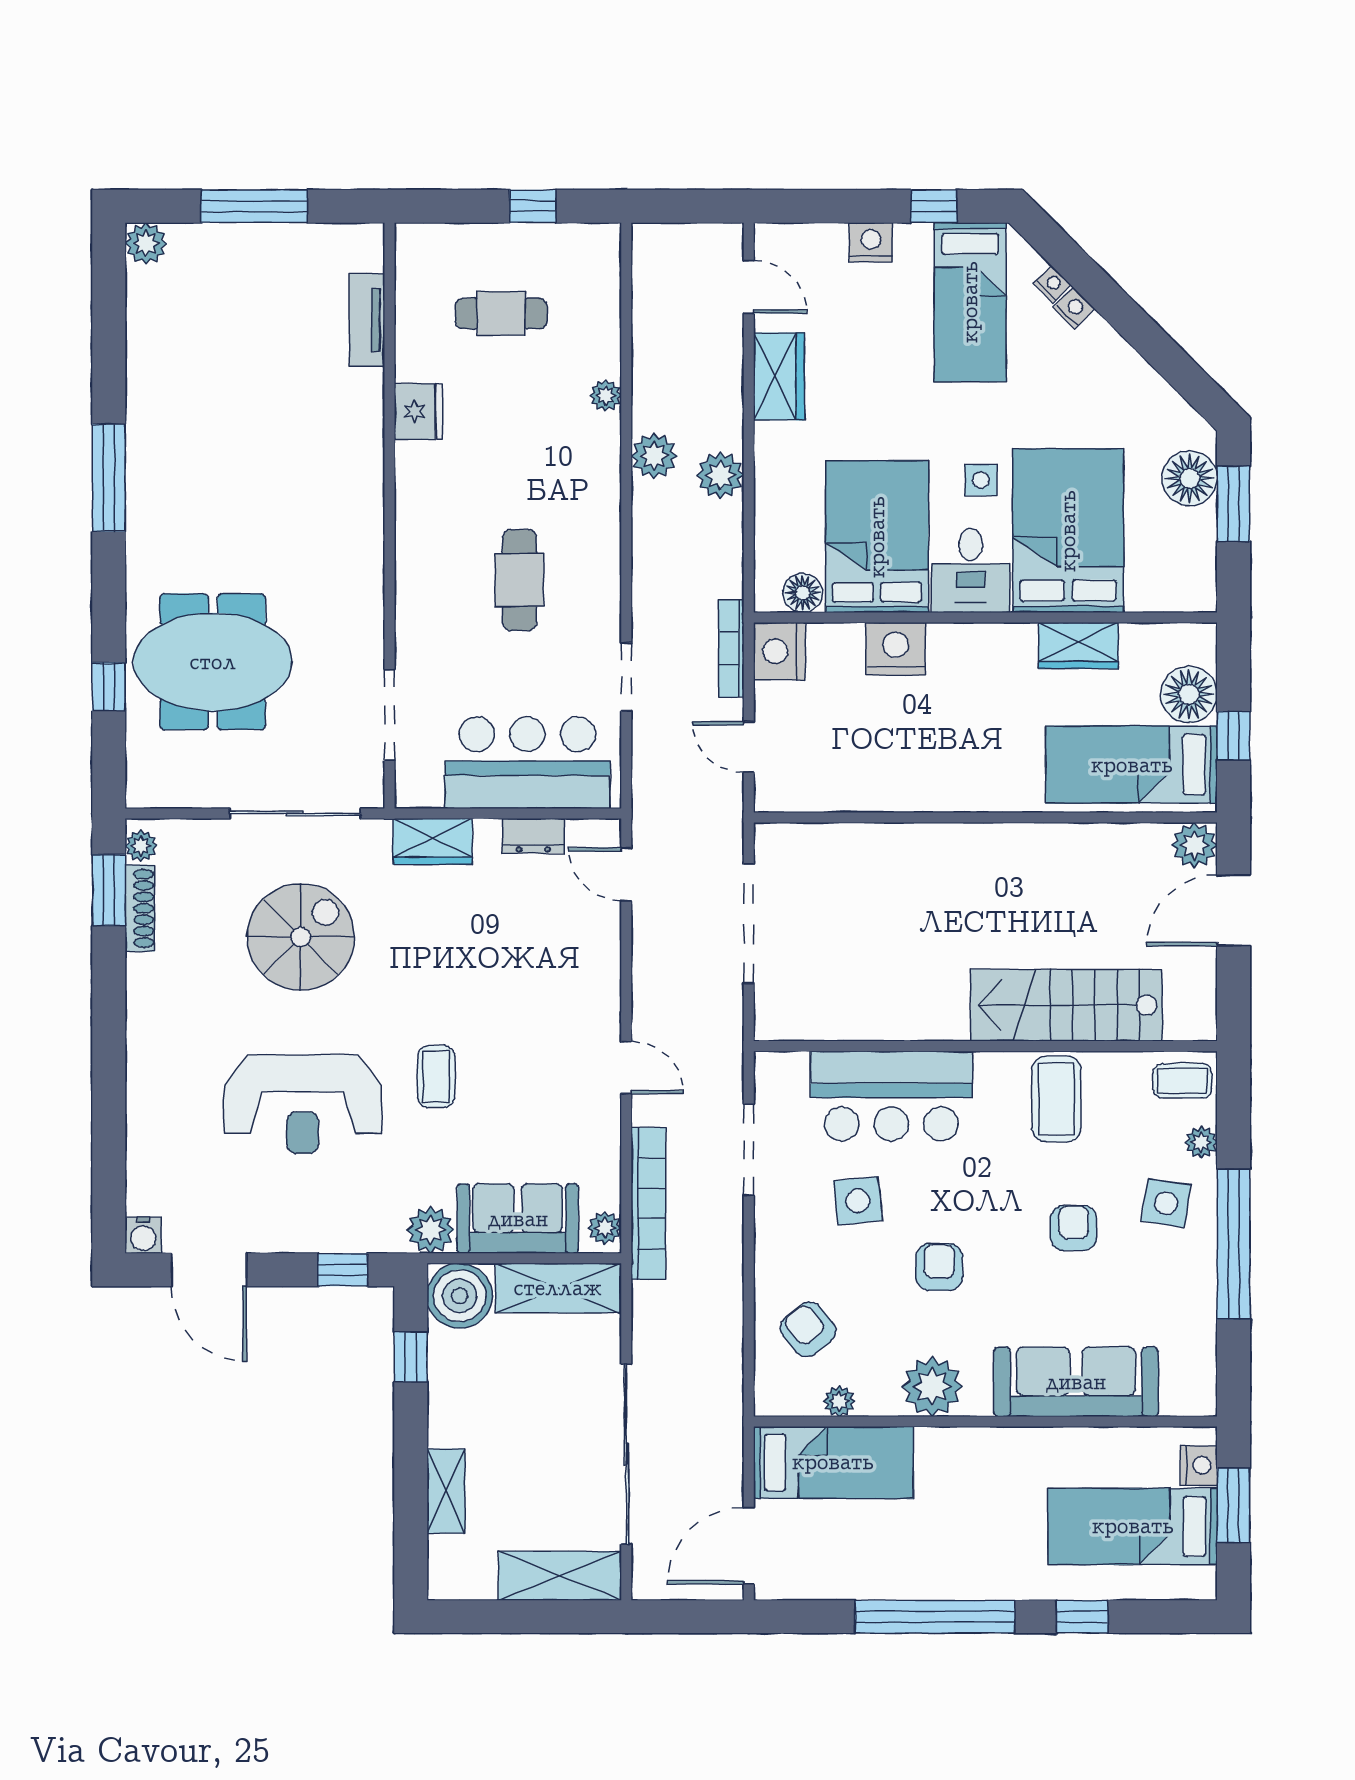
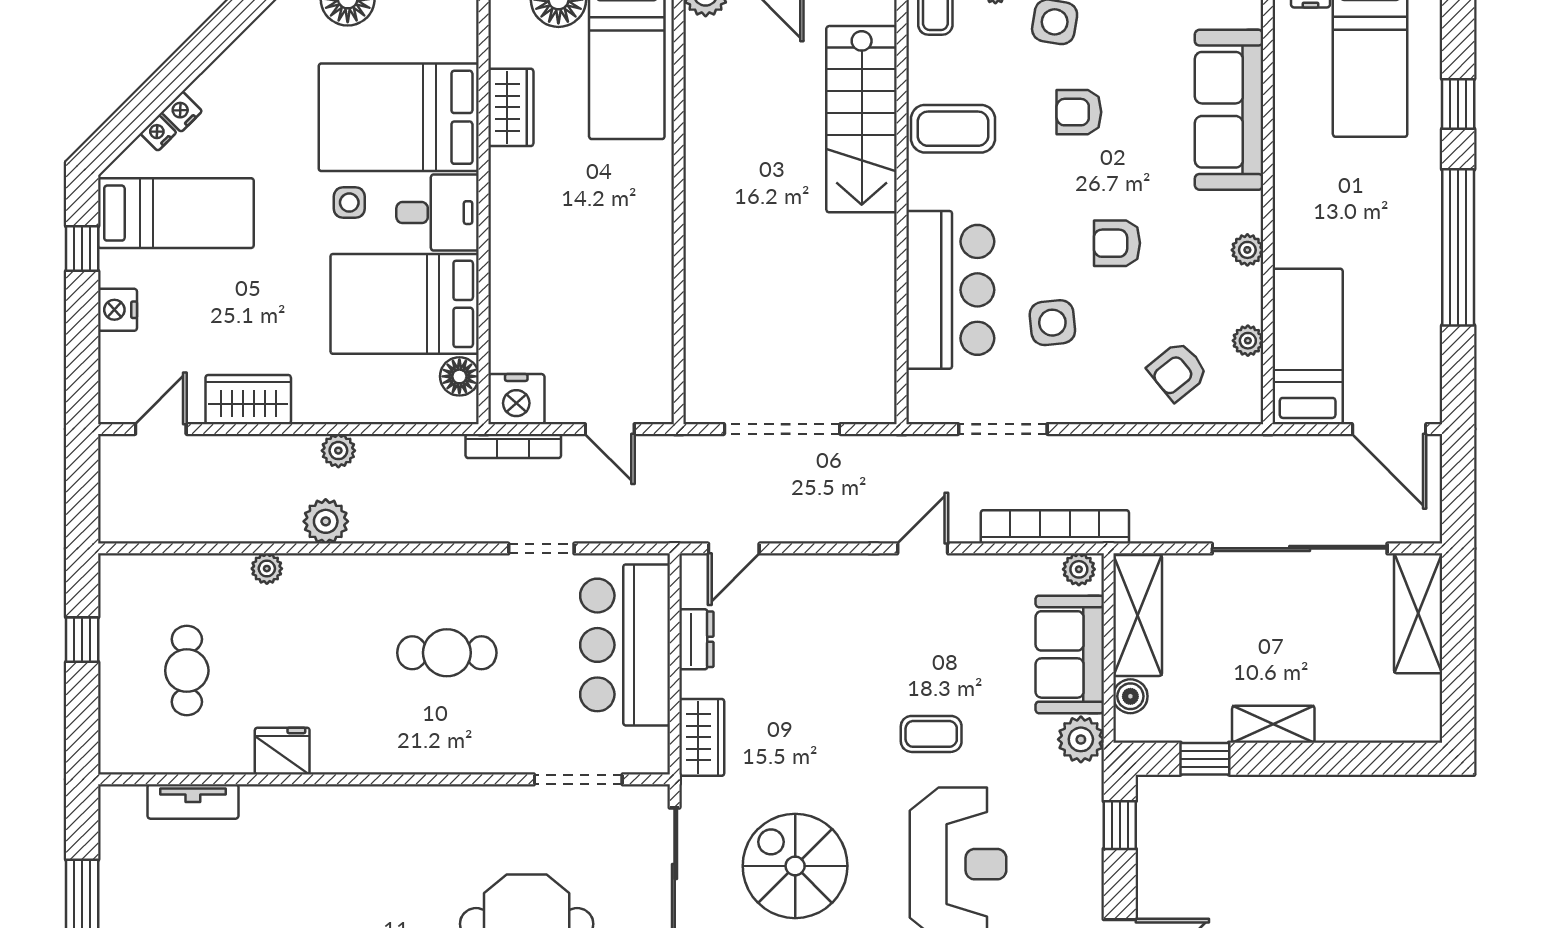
plant: (720, 475) -> (338, 451), width x0.73, depth x0.73
nightstand: (896, 649) -> (514, 286), removed
door: (749, 747) -> (610, 429), hinge flipped
boiler: (460, 1296) -> (1130, 696), width x0.54, depth x0.54
plant: (932, 1387) -> (1247, 250), width x0.53, depth x0.53
shelving: (446, 1491) -> (1273, 724), moved

